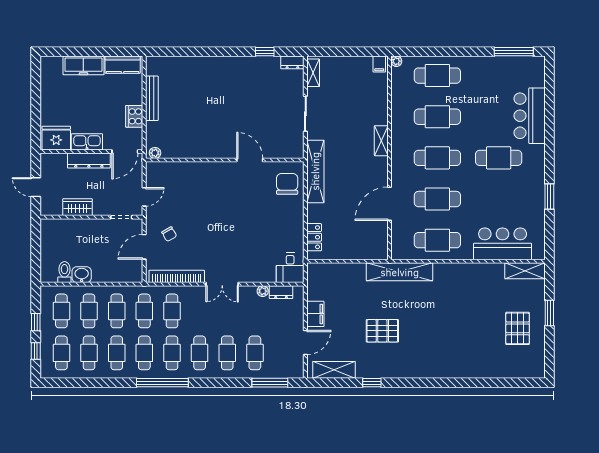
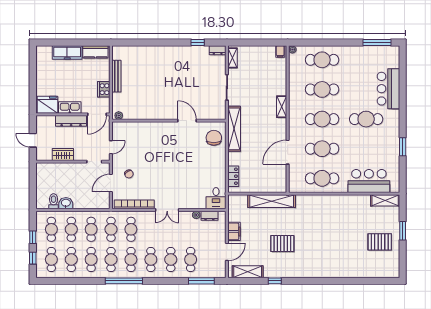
shelving: (400, 272) -> (272, 201), moved
pallet: (518, 328) -> (380, 242), turned 90

